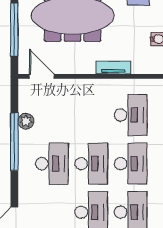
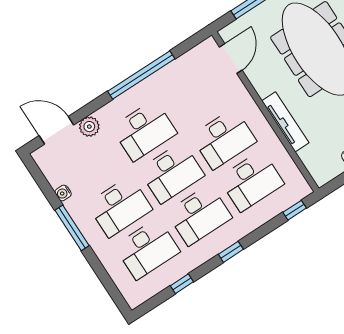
tv unit: (113, 68) -> (285, 122), width x1.41
desk: (91, 115) -> (224, 139), added
plant: (26, 121) -> (89, 127), moved

